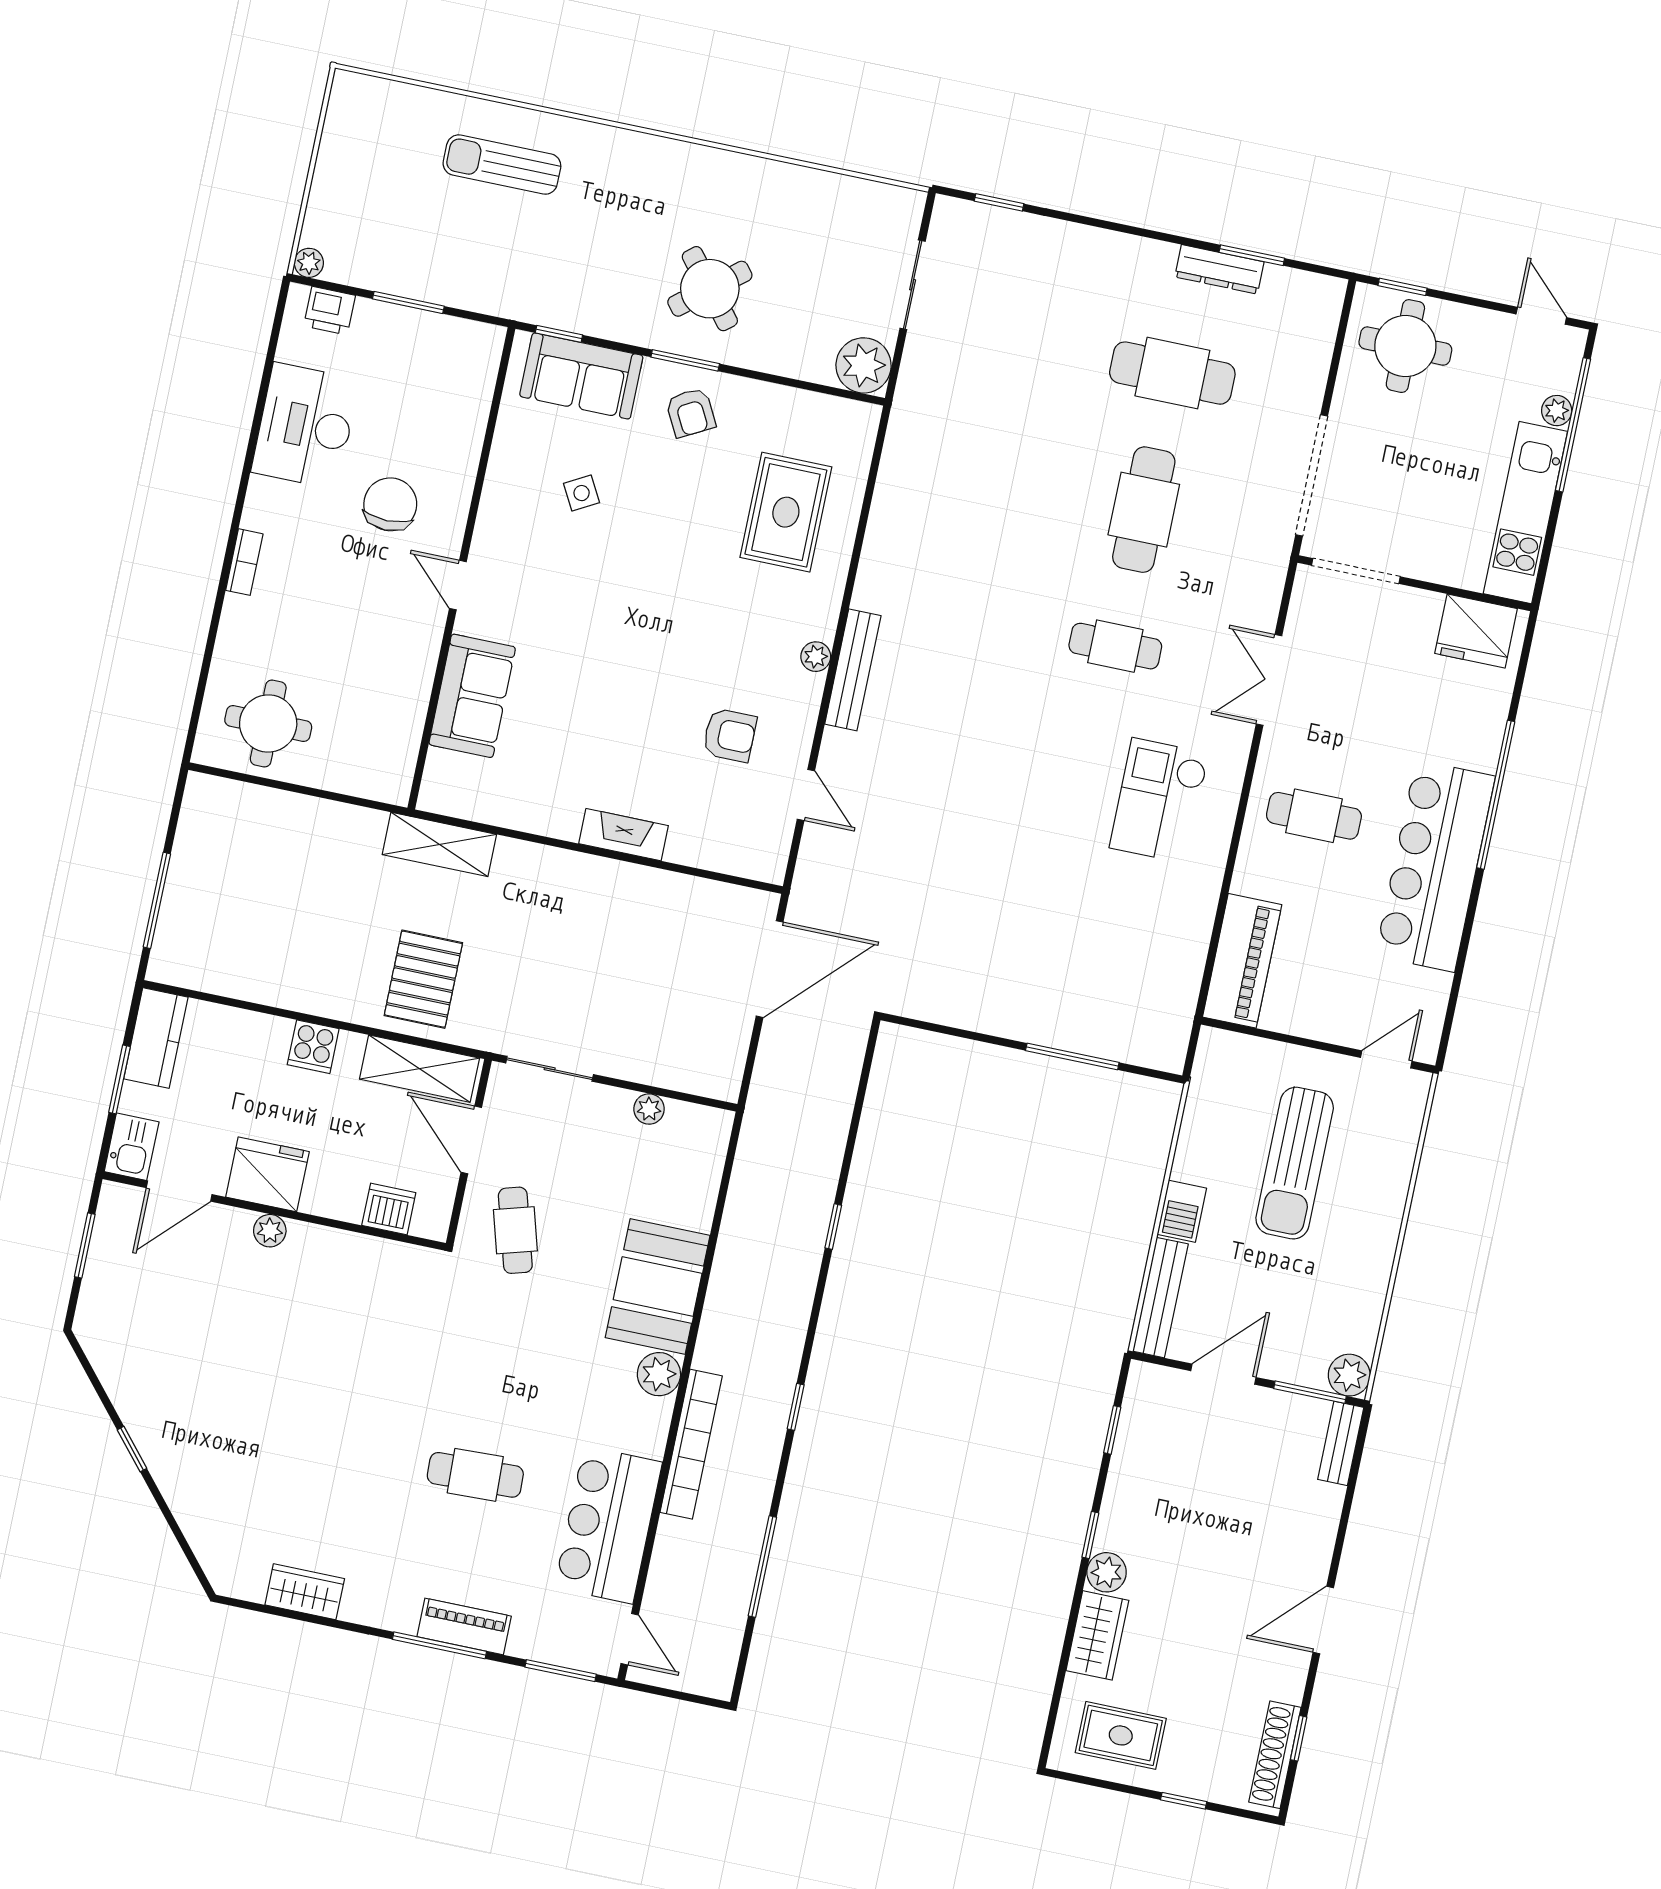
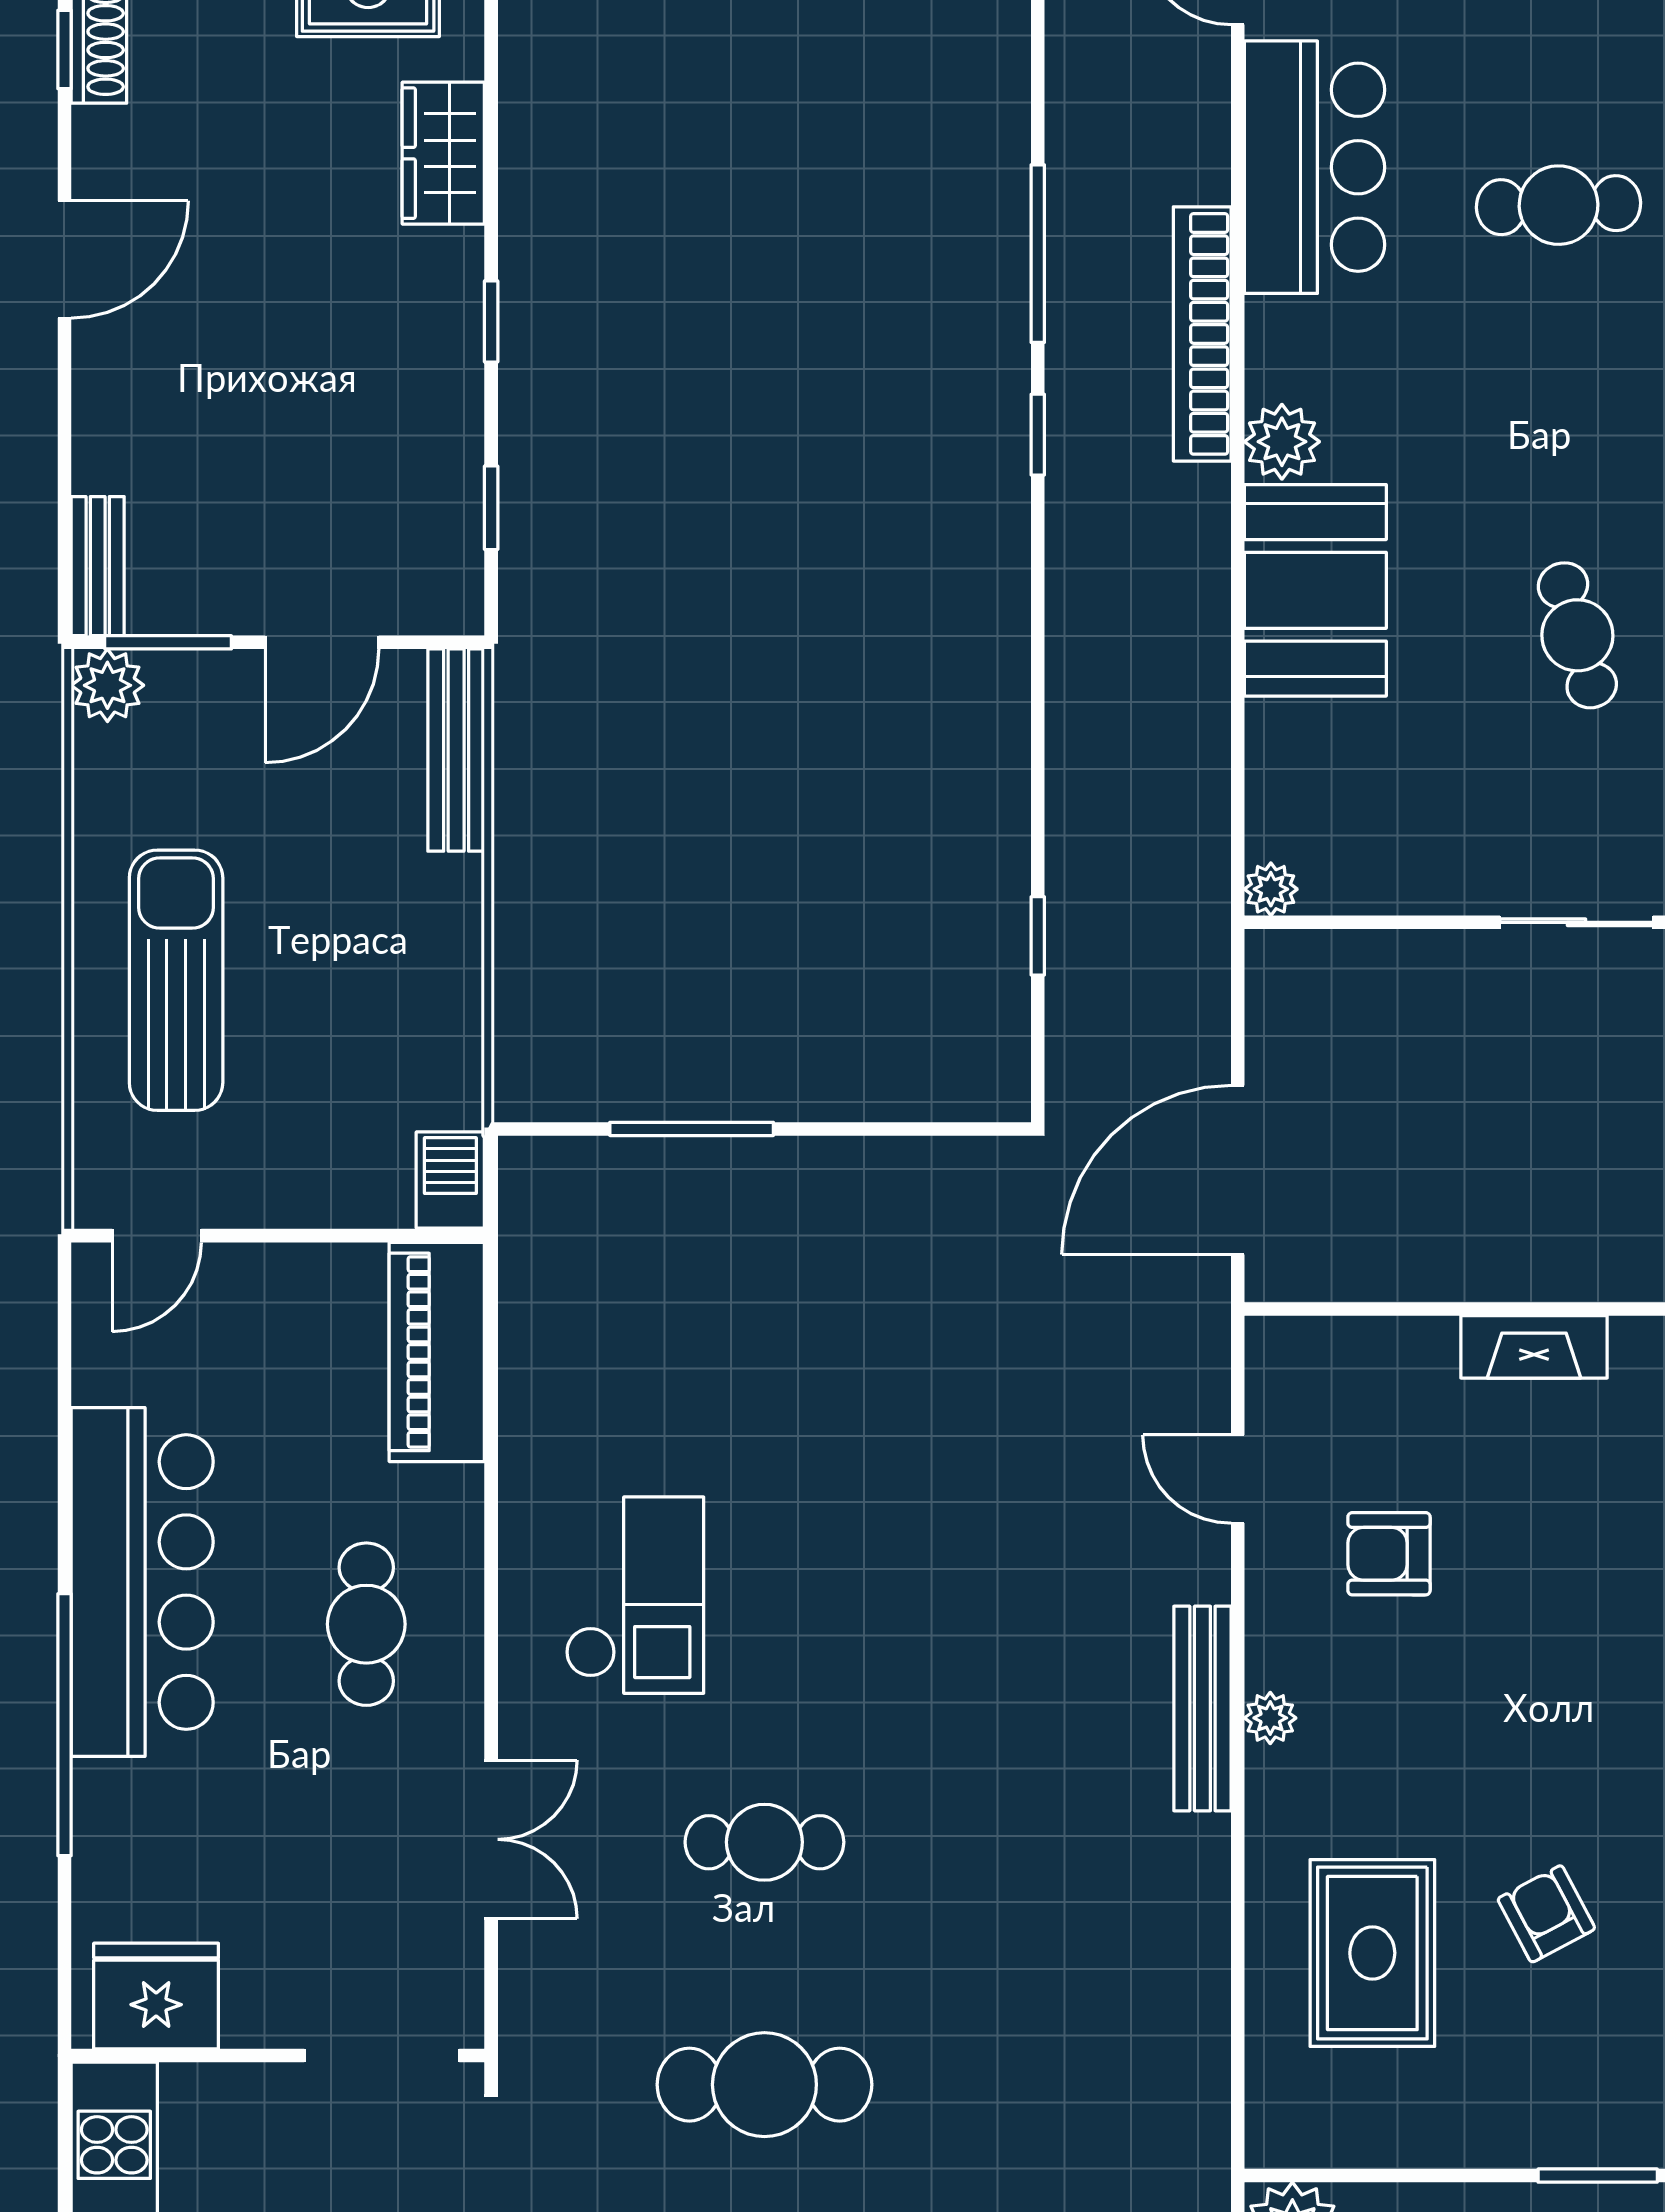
armchair: (691, 413) -> (1546, 1914), moved
cafe table: (1144, 510) -> (764, 2085), turned 90
cafe table: (1314, 816) -> (366, 1624), turned 90
plant: (649, 1109) -> (1271, 889), moved
sun lounger: (1295, 1163) -> (176, 980), moved
barbecue: (1182, 1211) -> (450, 1180), moved
window: (833, 1227) -> (1038, 936), moved
window: (762, 1567) -> (1038, 254), moved
plant: (1107, 1572) -> (450, 264), removed

